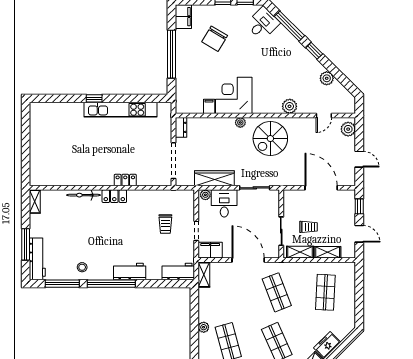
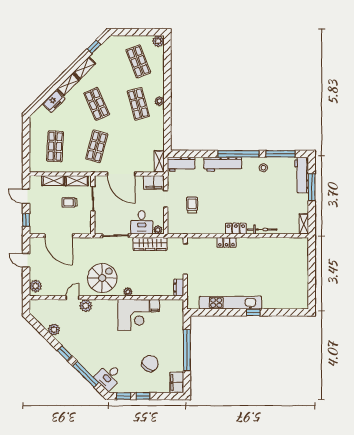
door: (324, 116) -> (73, 298), moved
workbench: (130, 271) -> (223, 164), width x1.38
shop shelf: (277, 292) -> (97, 146), turned 36
plant: (204, 327) -> (159, 101), moved

